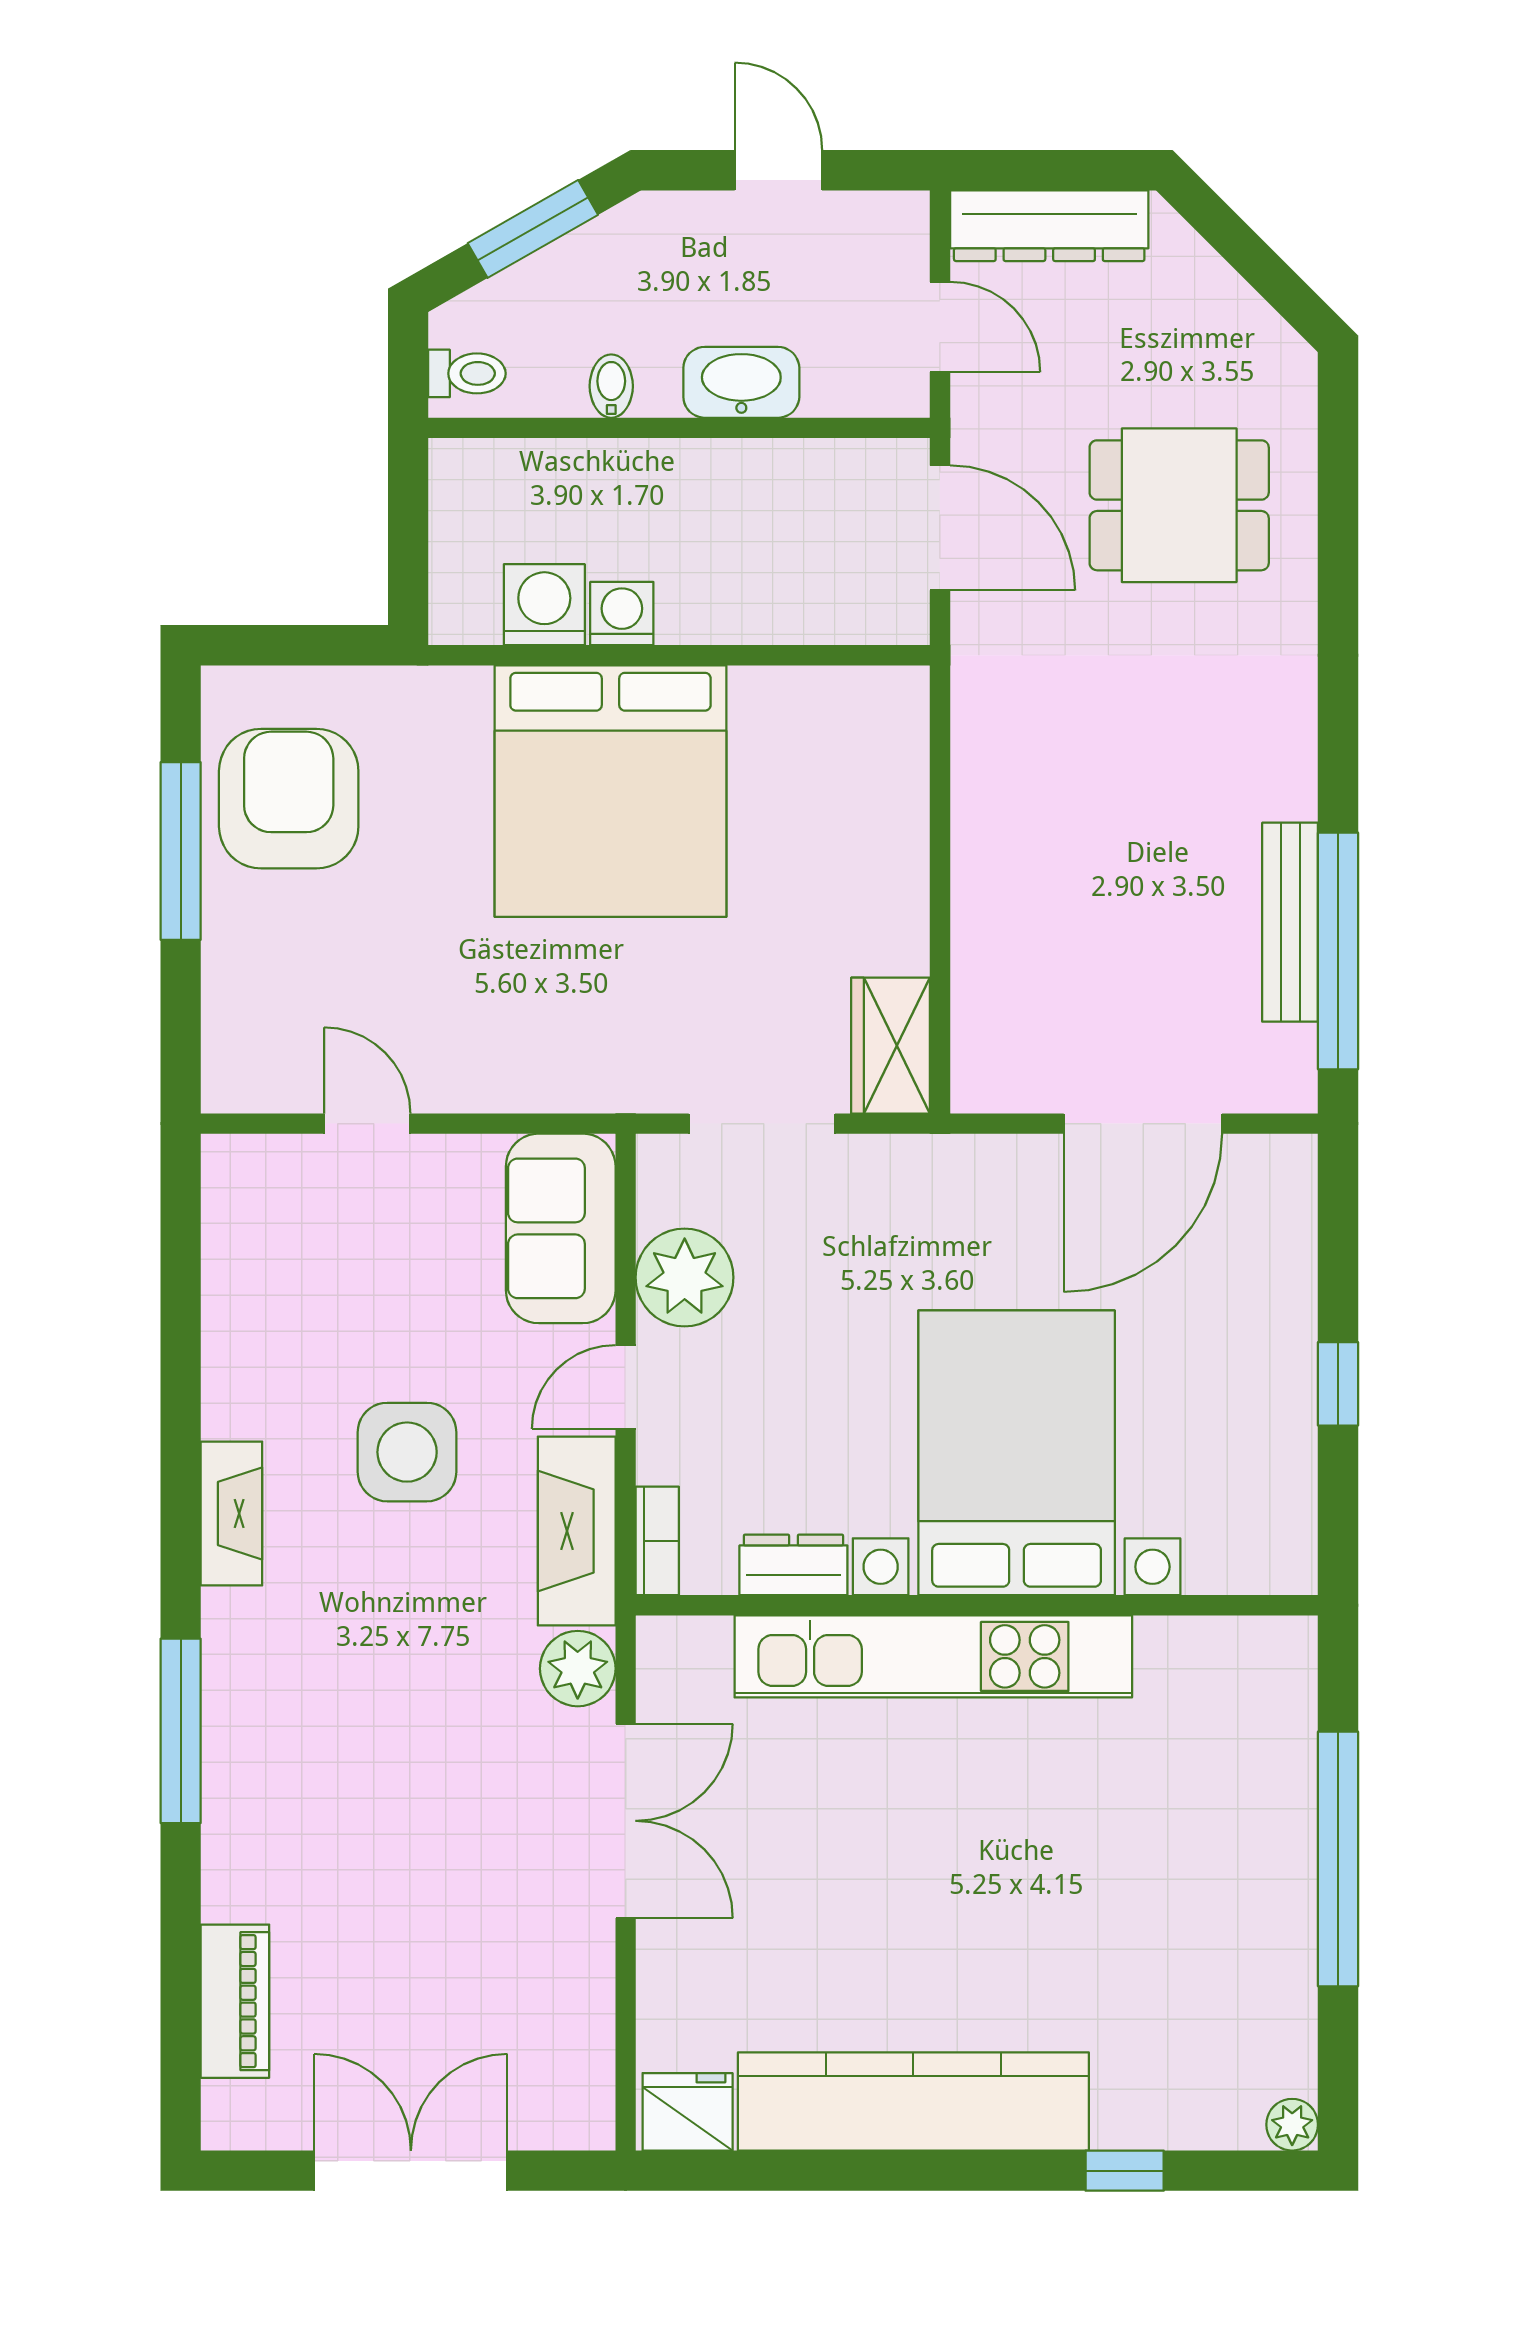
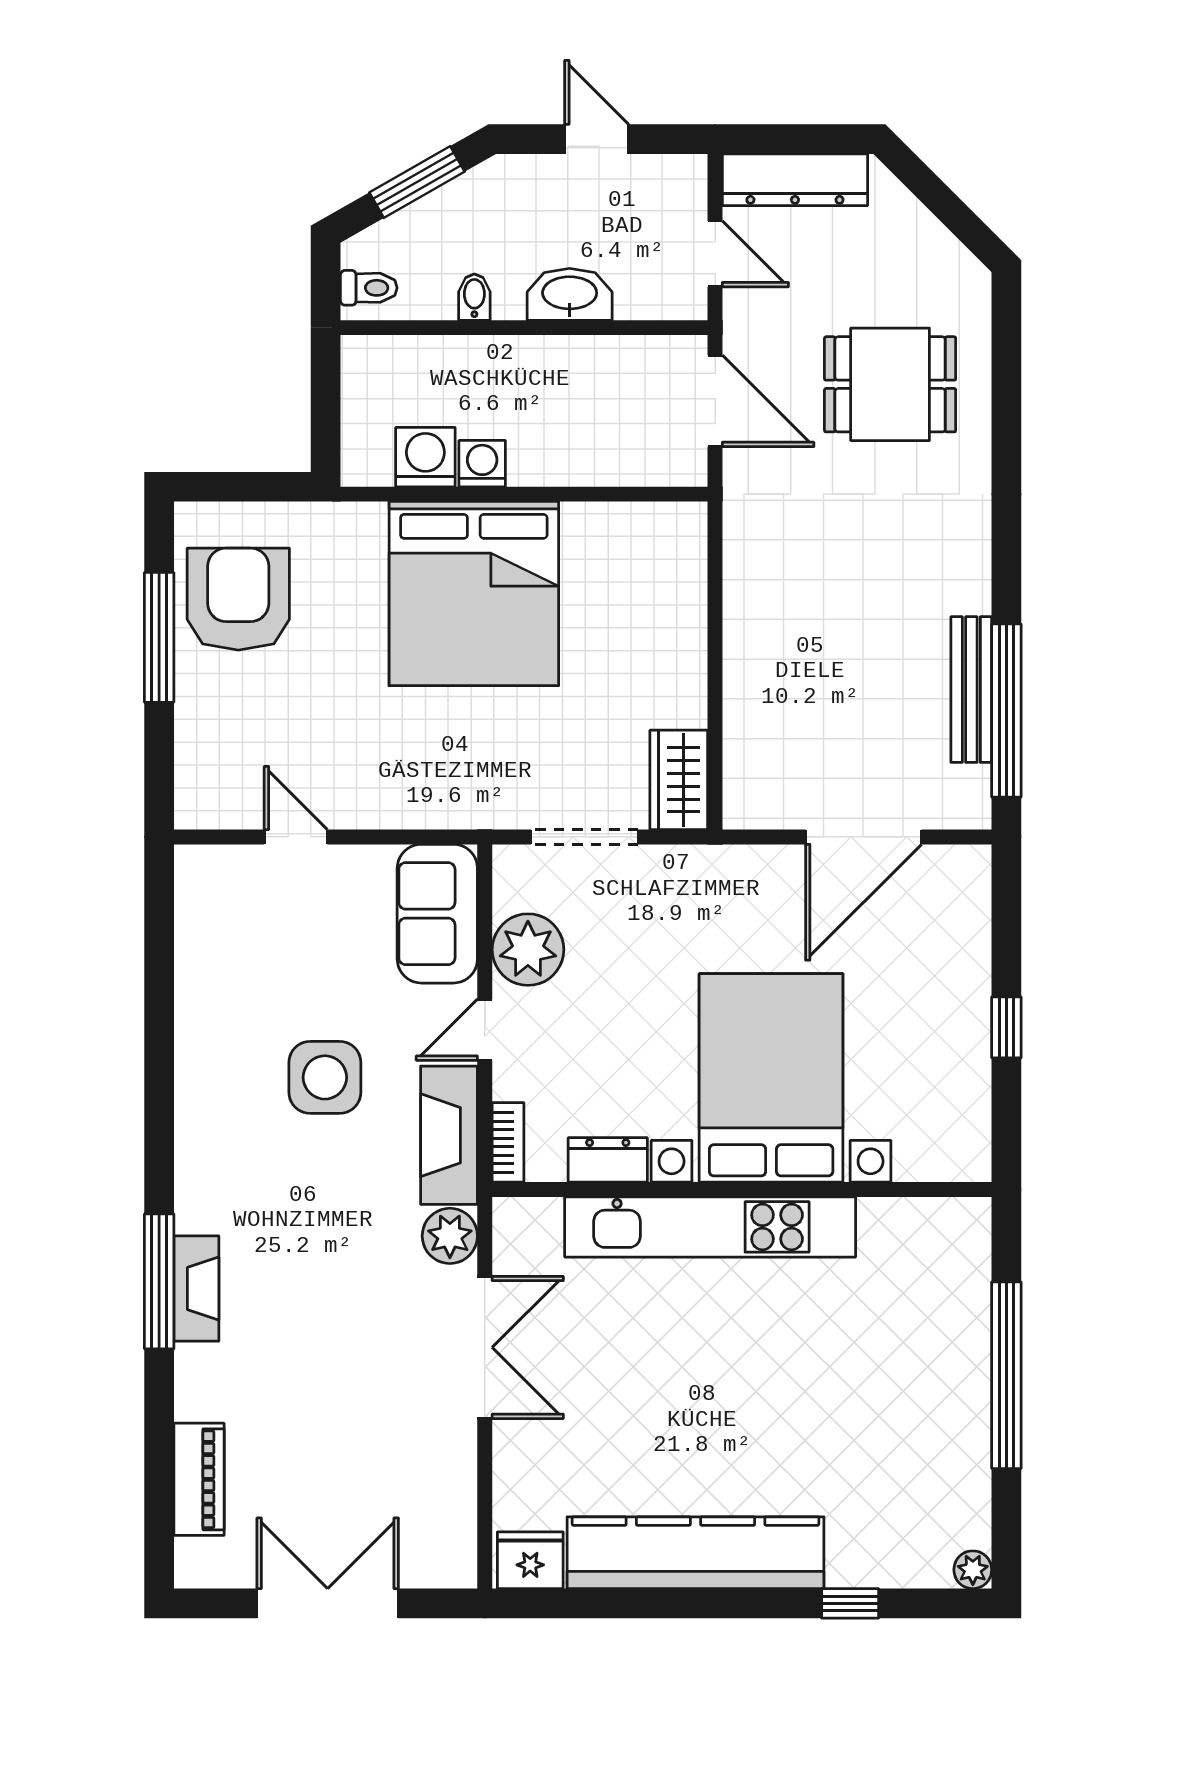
fireplace: (231, 1514) -> (196, 1288), moved

